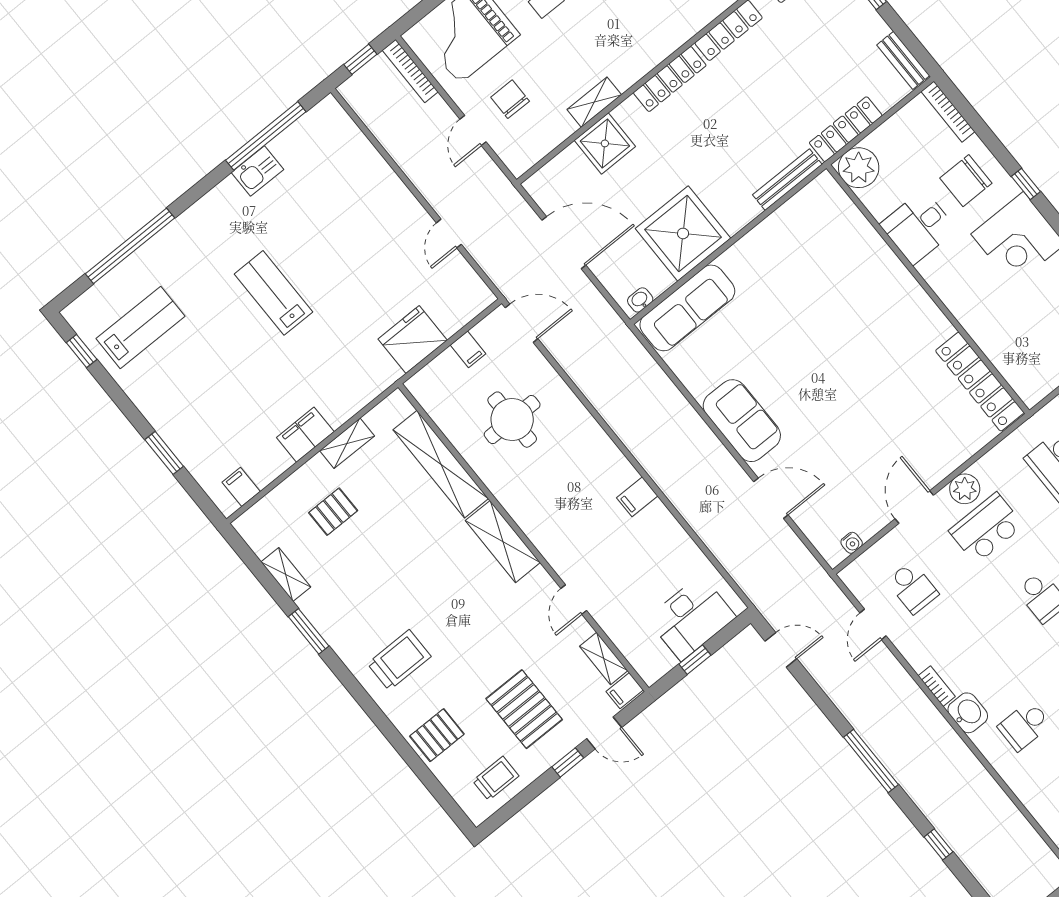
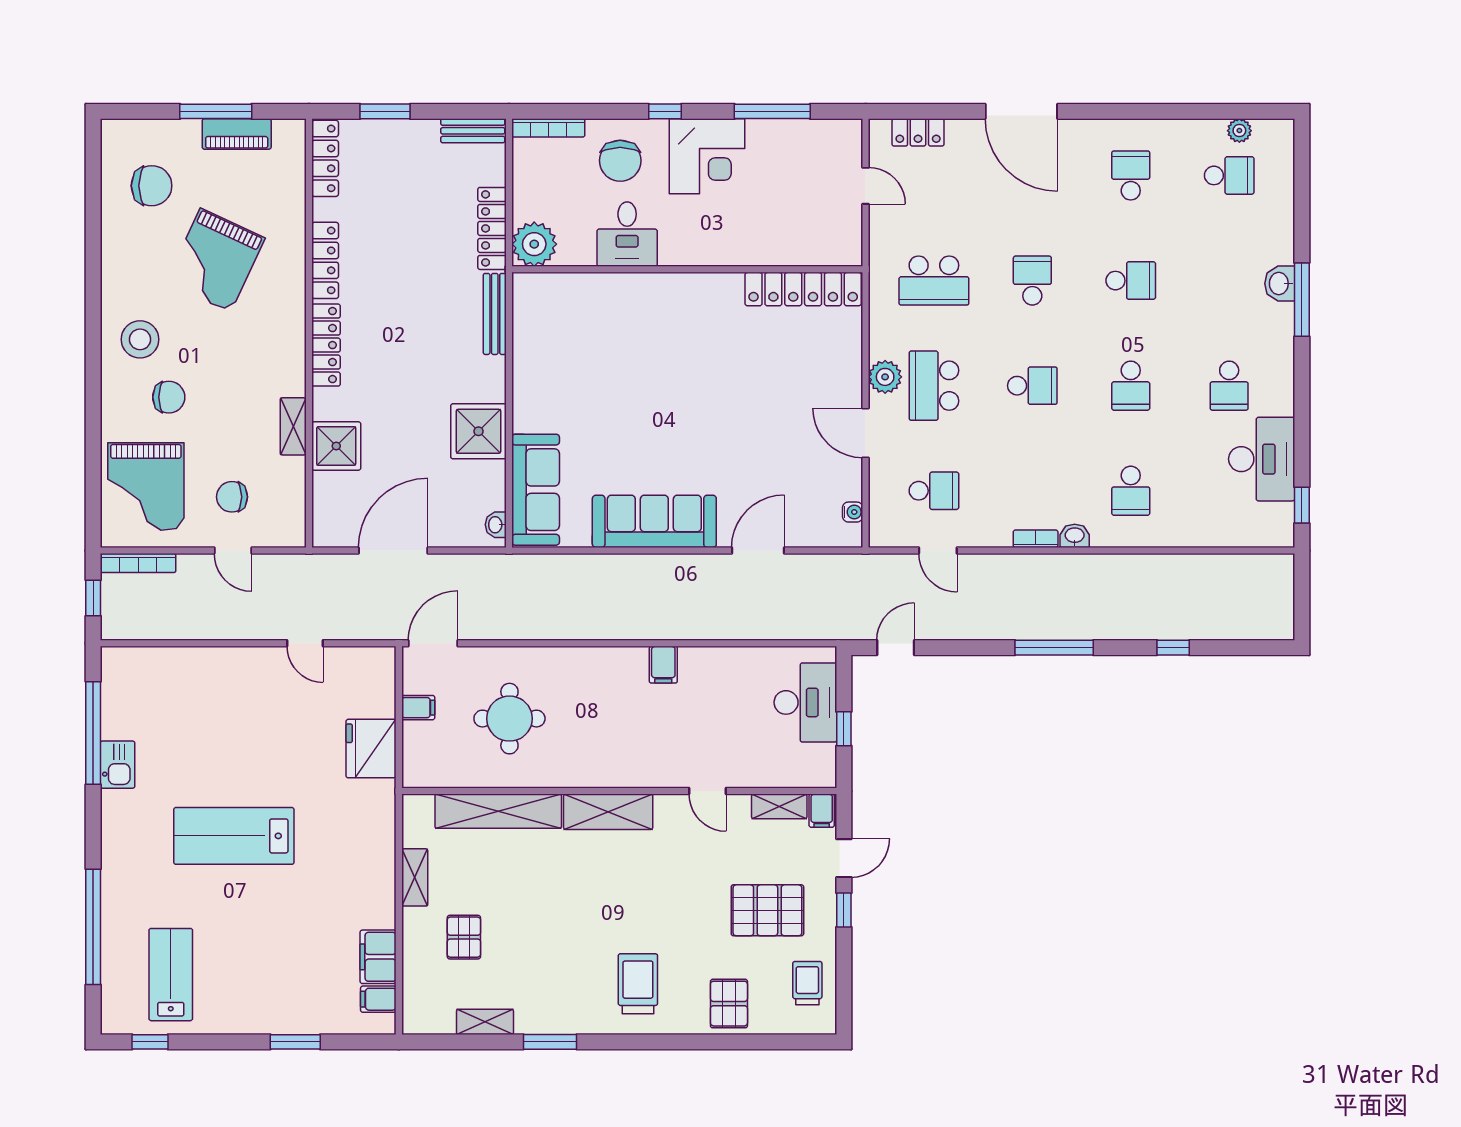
shower: (683, 233) -> (478, 431), width x0.73, depth x0.73
lab bench: (274, 293) -> (234, 836), width x1.36, depth x1.39
sofa: (742, 421) -> (654, 521), width x1.36
filing cabinet: (305, 435) -> (378, 957), moved
washbasin: (968, 713) -> (1075, 536), width x0.72, depth x0.69

